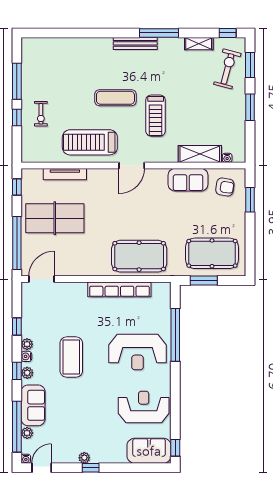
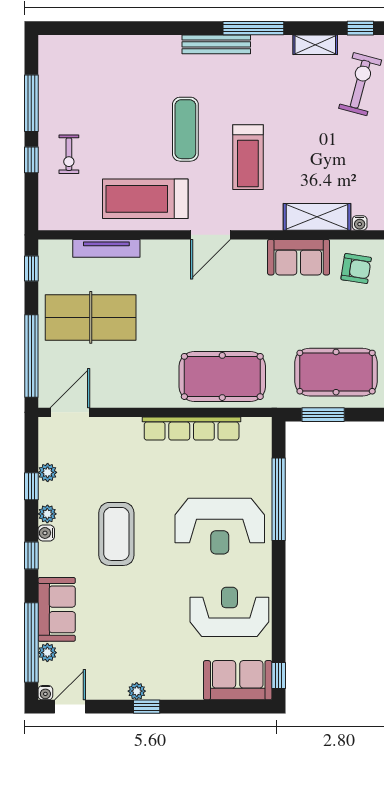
exercise mat: (115, 98) -> (185, 129), turned 90
plant: (27, 373) -> (48, 472), moved

